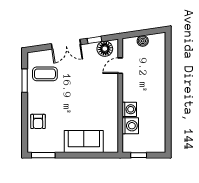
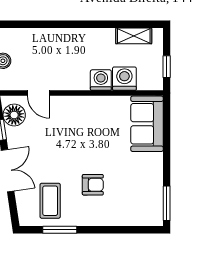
armchair: (38, 121) -> (93, 185), moved
shelving: (160, 132) -> (134, 36), added
sofa: (84, 141) -> (147, 124), moved

